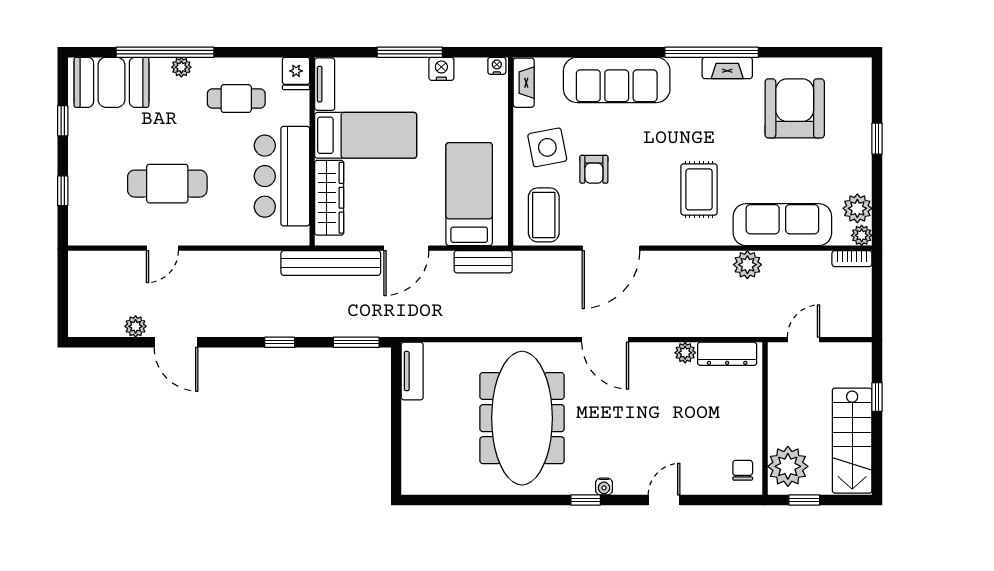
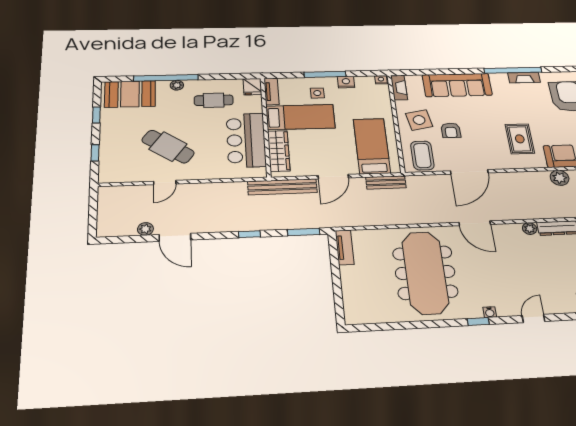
side table: (395, 89) -> (317, 93), added
cafe table: (167, 184) -> (168, 147), turned 35

